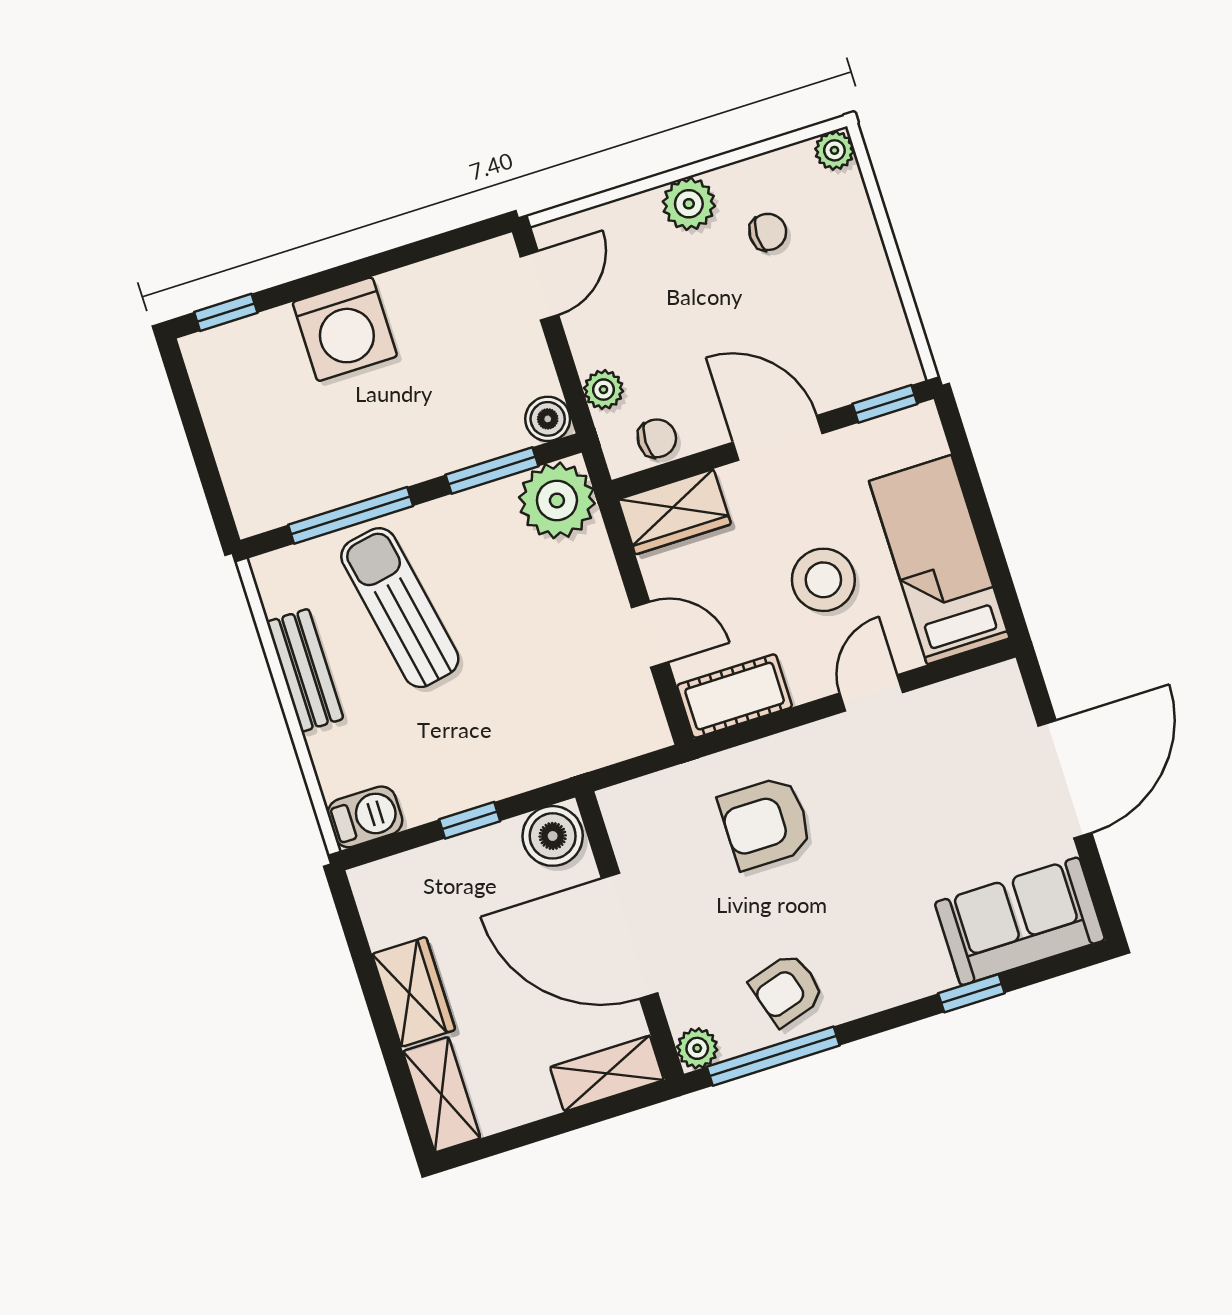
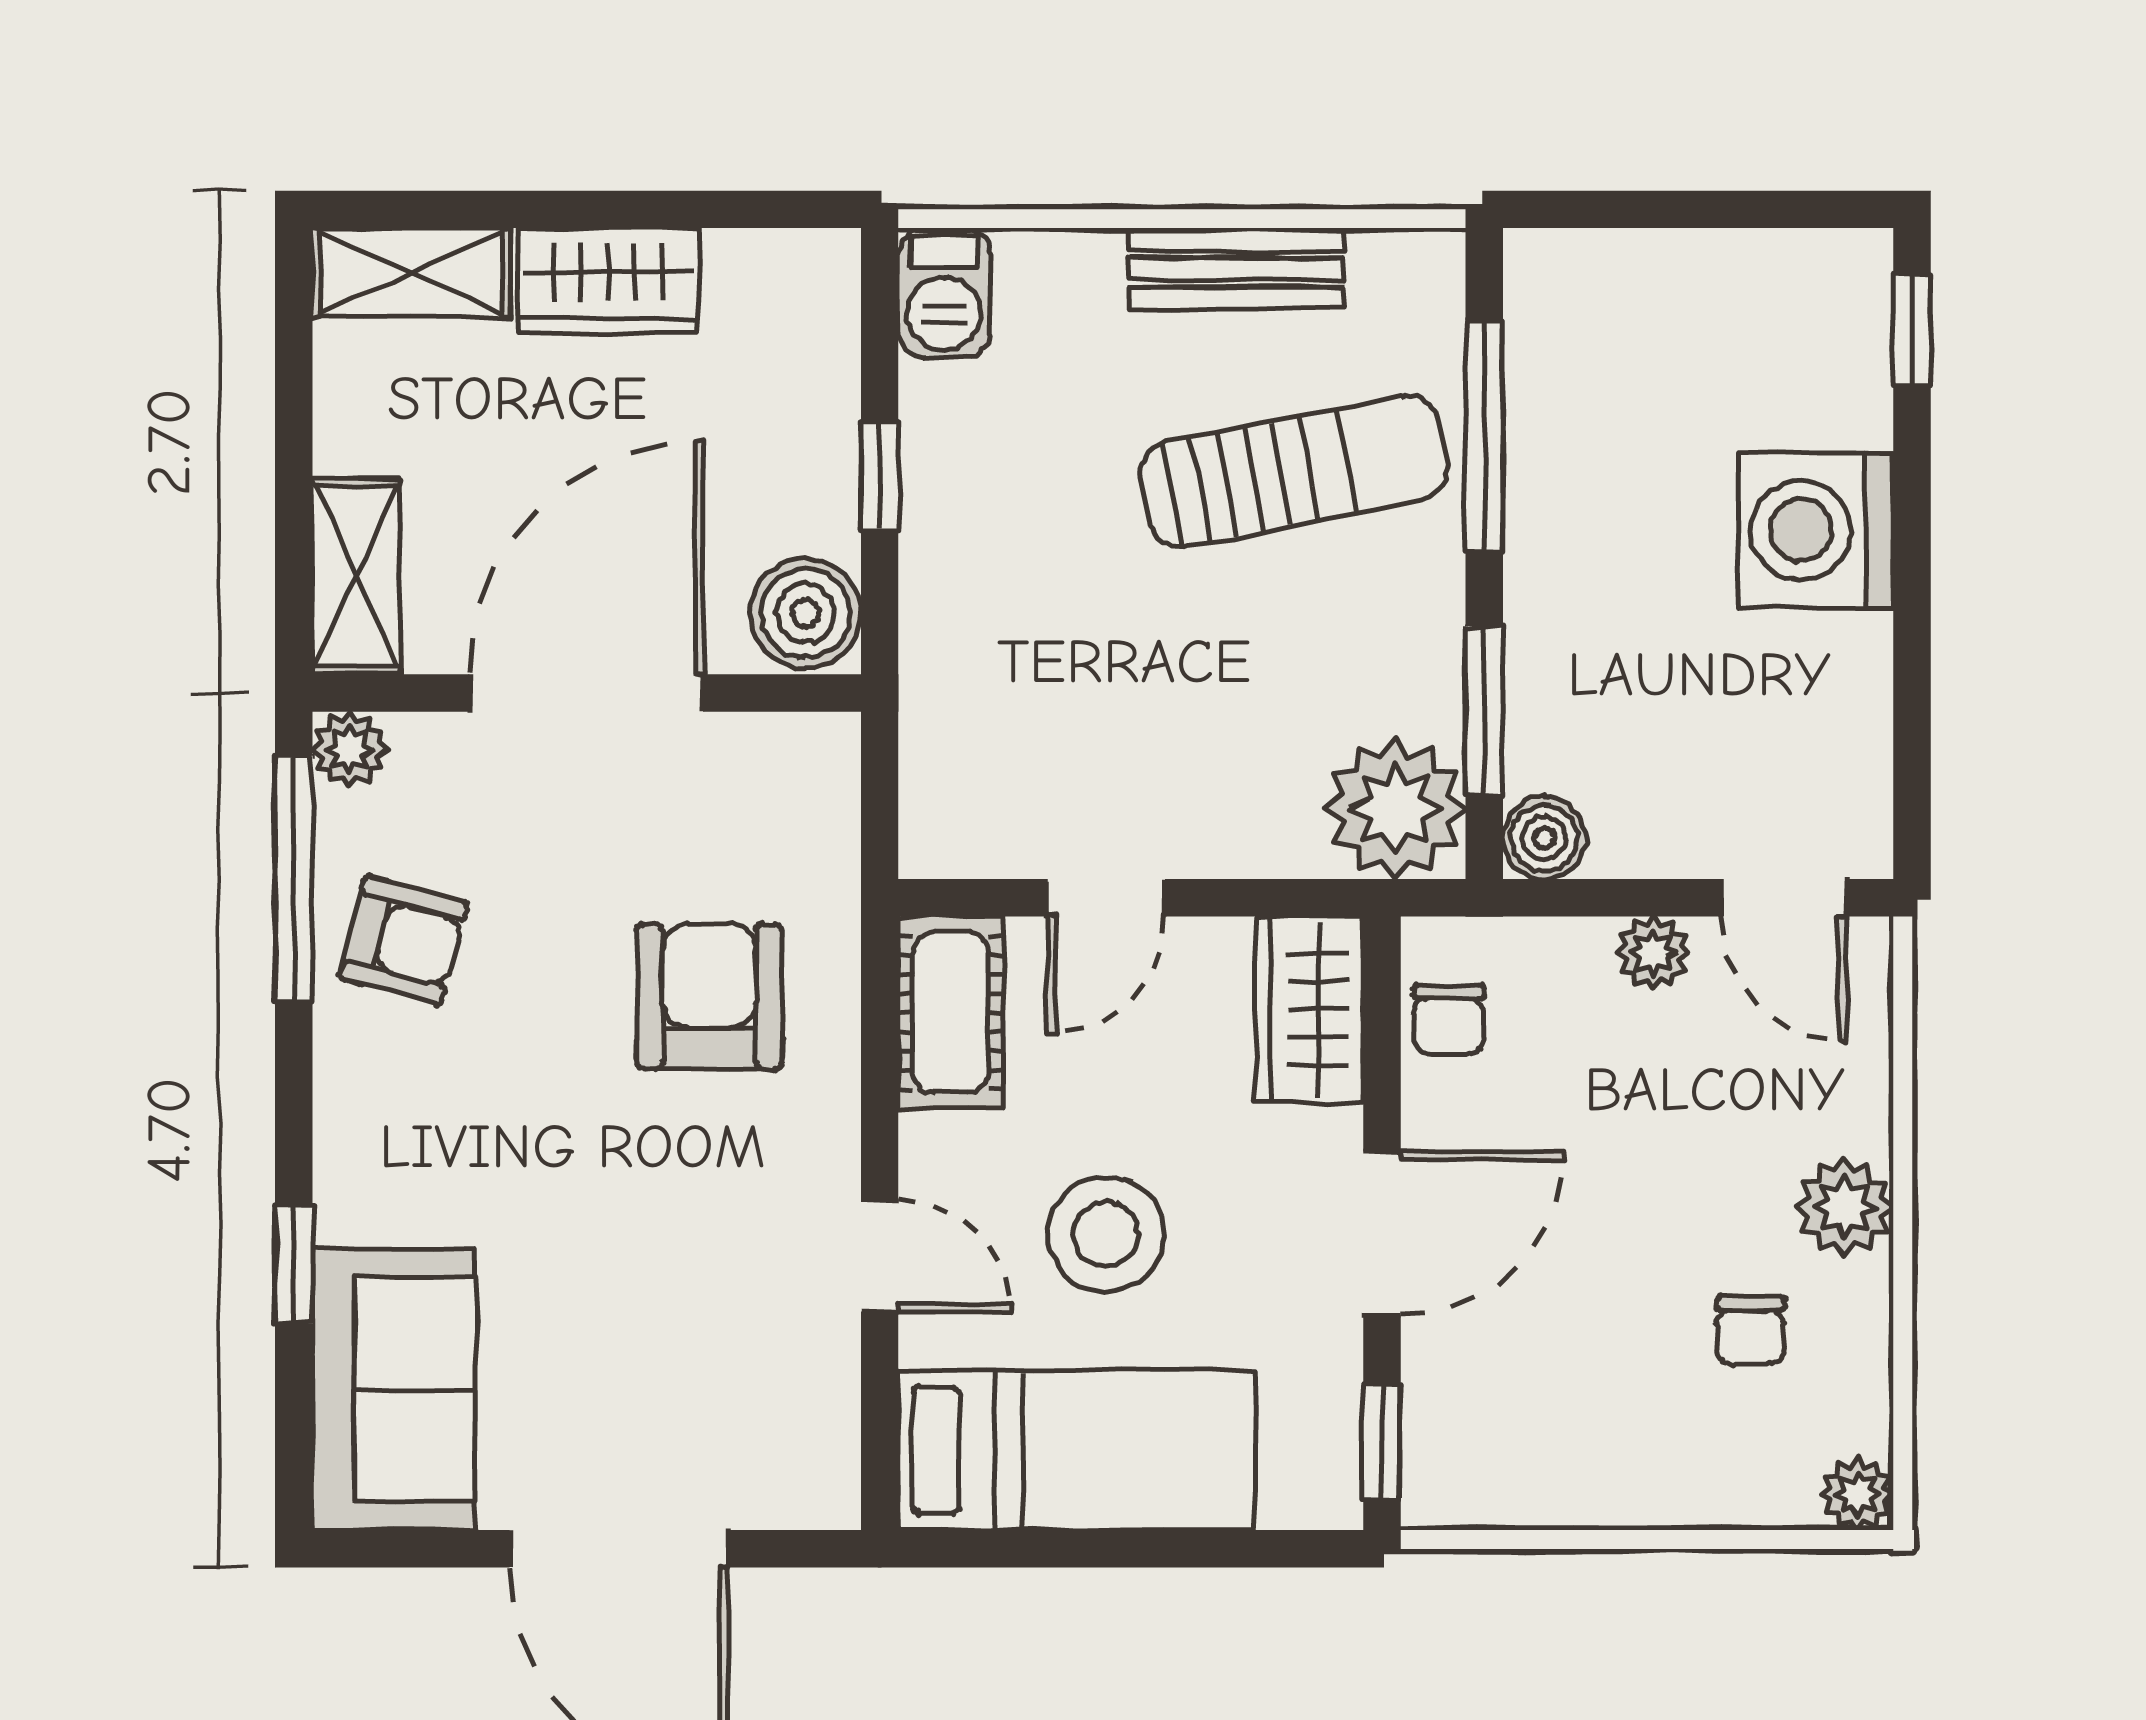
plant: (603, 390) -> (1653, 953), moved
armchair: (787, 990) -> (403, 940), turned 122

